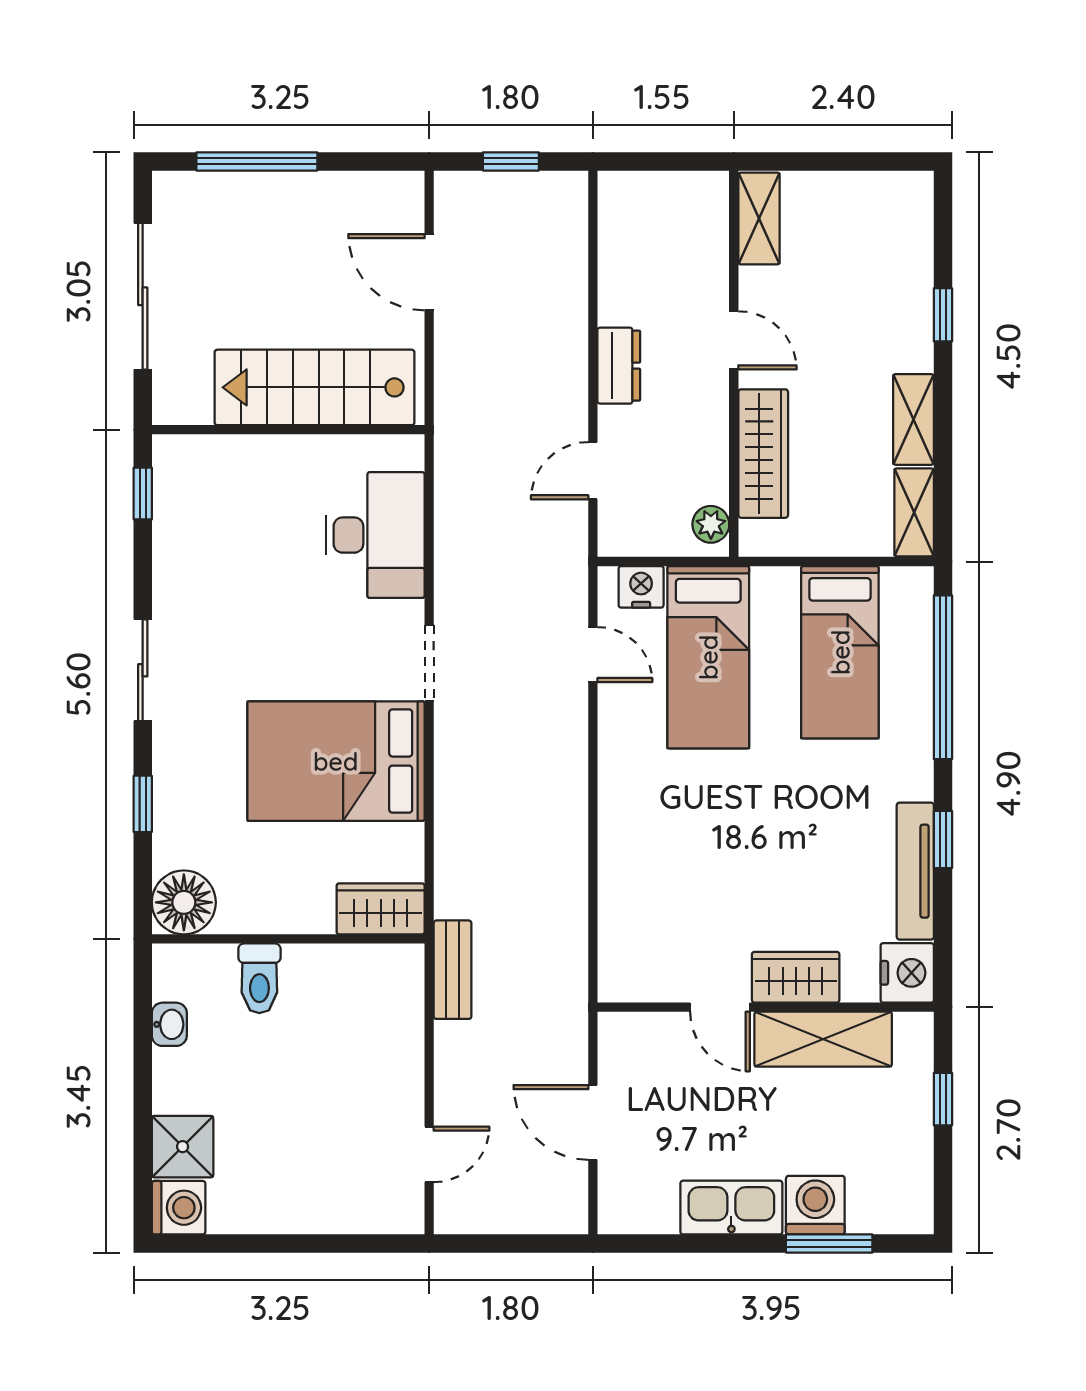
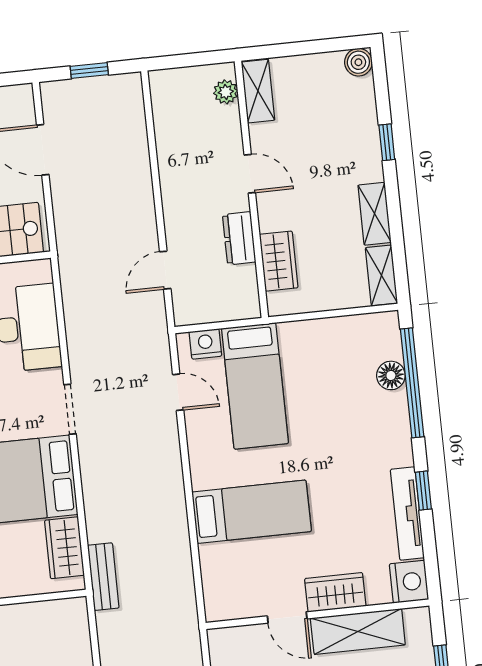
boiler: (913, 191) -> (358, 62), added
dresser: (619, 366) -> (239, 238), moved, turned 180
wardrobe: (763, 454) -> (279, 261), width x0.67
plant: (711, 524) -> (226, 92), moved
bed: (840, 652) -> (252, 512), moved, turned -90
floor lamp: (912, 663) -> (391, 375), added
wardrobe: (381, 909) -> (64, 548), moved, turned -90
bench: (453, 970) -> (103, 577), moved

